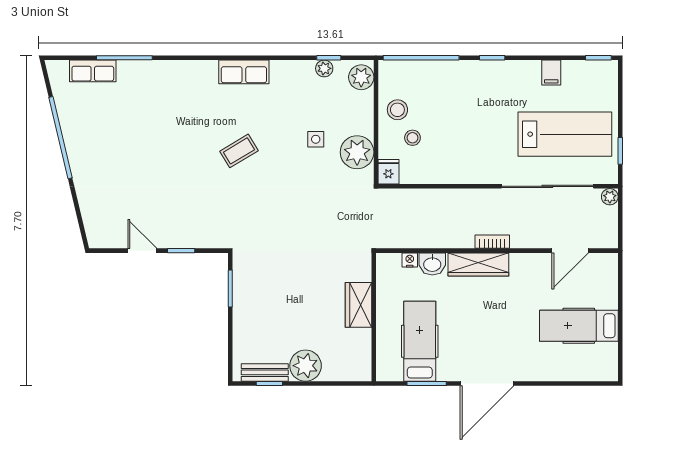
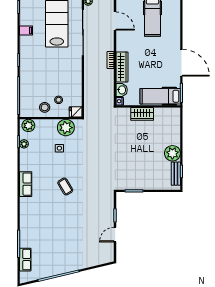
wardrobe: (359, 305) -> (142, 114), moved
wall: (374, 317) -> (148, 106), moved

